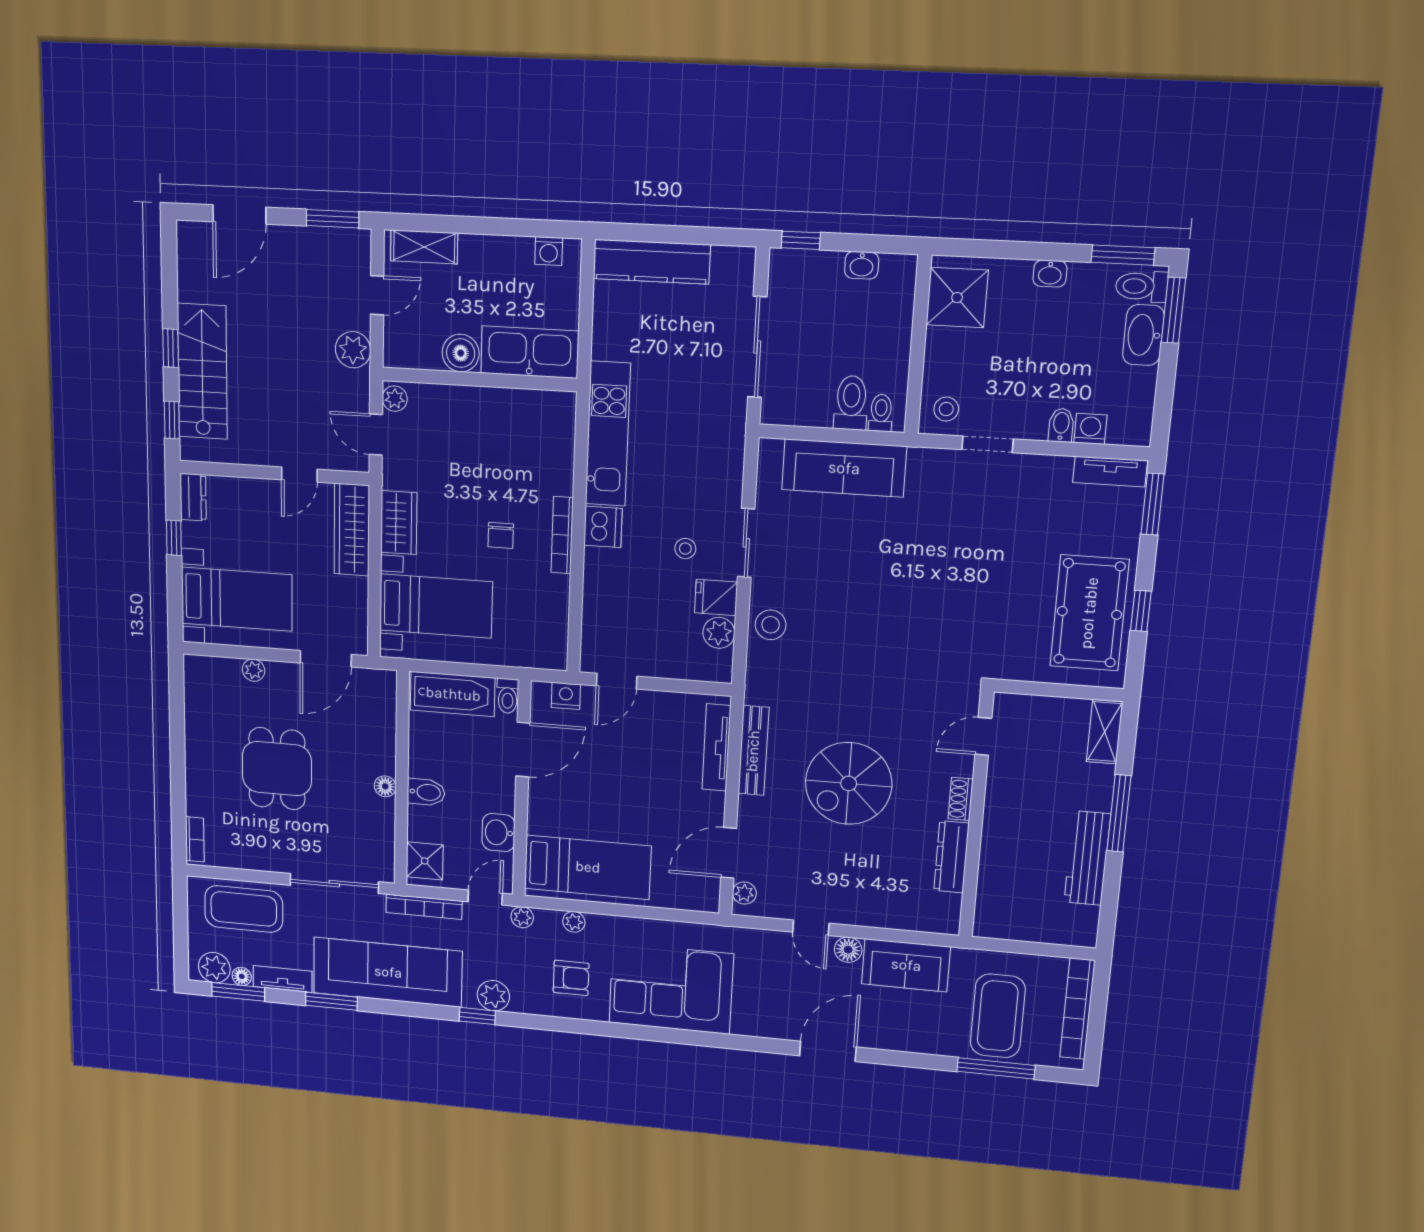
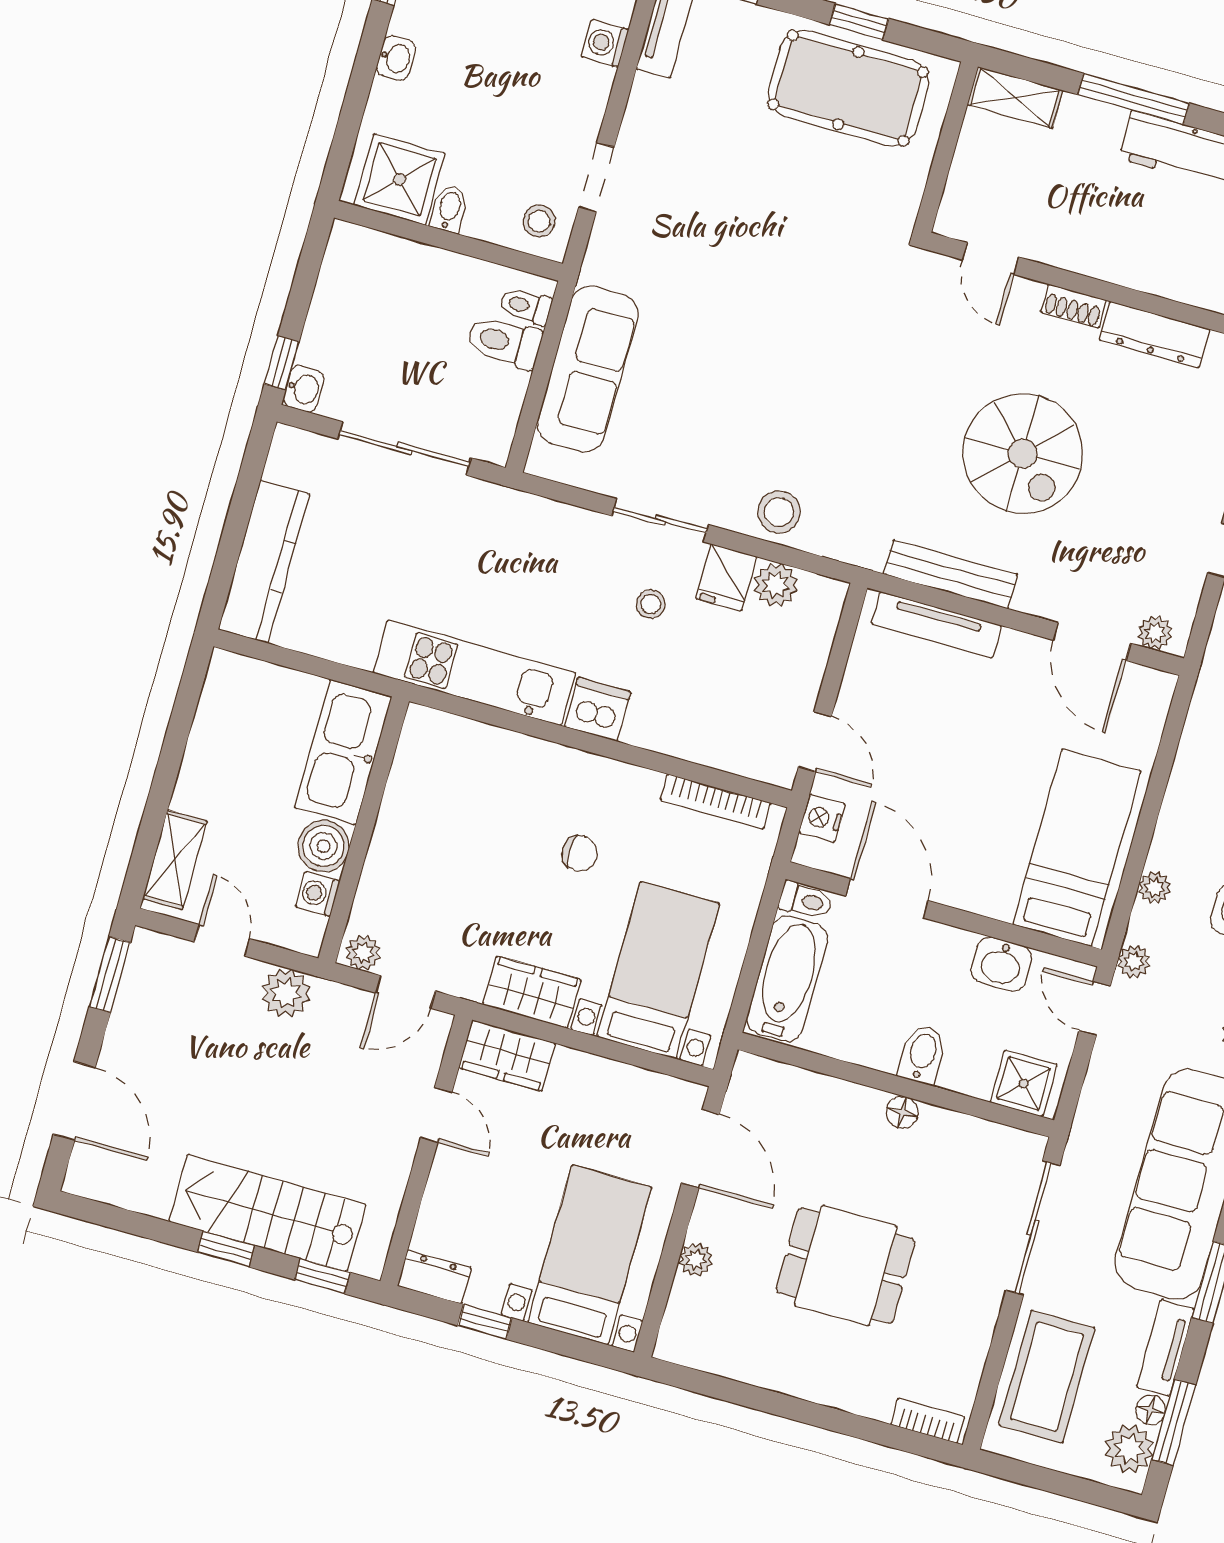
washing machine: (549, 251) -> (318, 894), moved, turned 180
washbasin: (862, 265) -> (304, 389), moved
bidet: (1061, 425) -> (449, 209), moved, turned 90
wardrobe: (352, 530) -> (507, 1055), width x0.67
bookcase: (562, 535) -> (715, 802), moved
bookcase: (424, 907) -> (1092, 1103), removed

